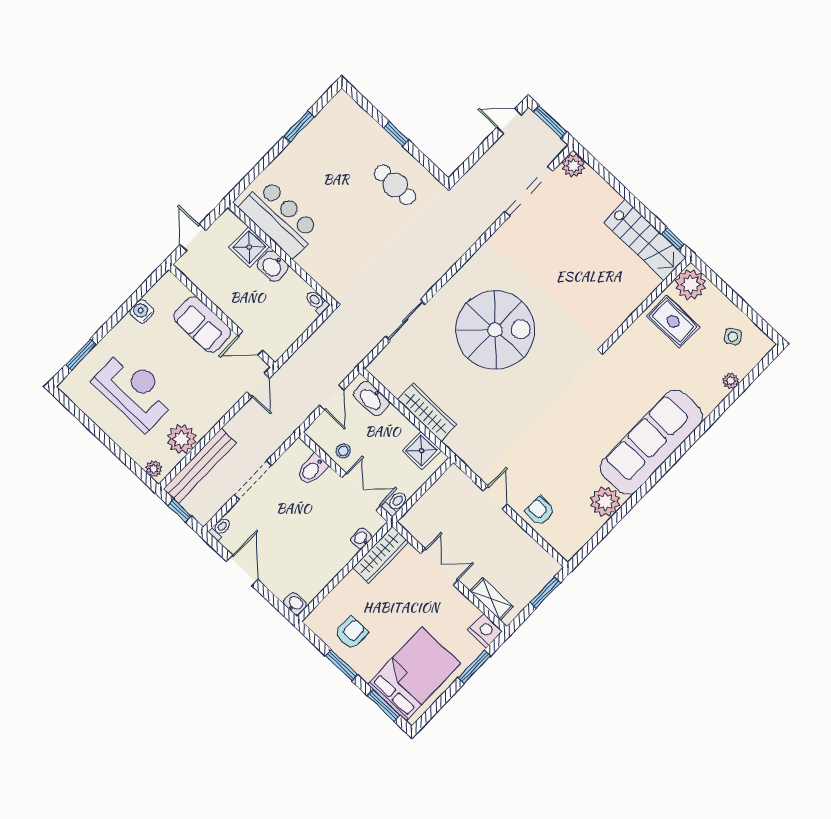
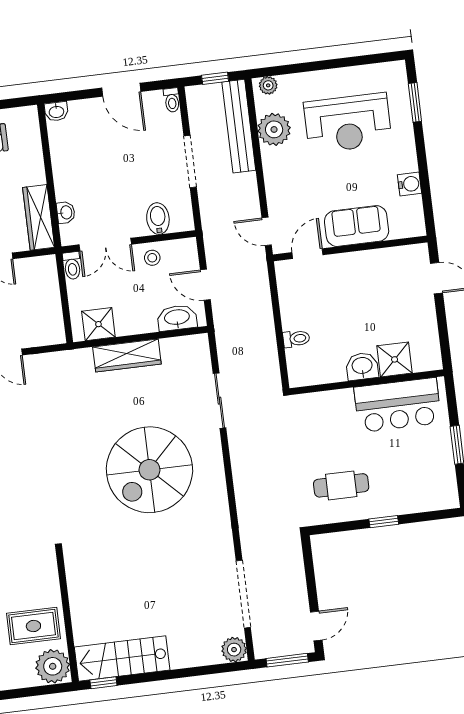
bar counter: (280, 218) -> (398, 405), moved
shower: (249, 247) -> (395, 359), moved
wall: (281, 254) -> (367, 382), moved
washbasin: (273, 266) -> (362, 366), moved

